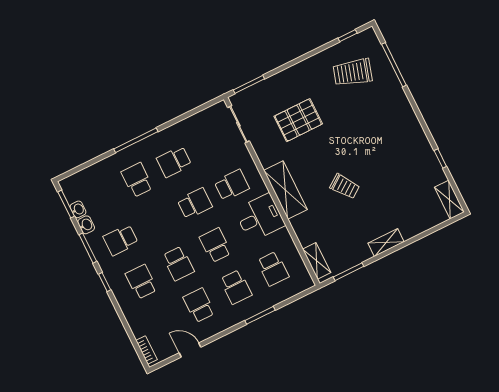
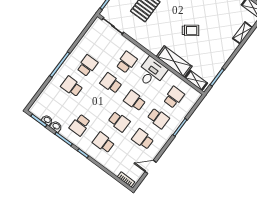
school desk: (174, 162) -> (87, 66), turned 180
shelving: (285, 190) -> (174, 61), moved
school desk: (195, 203) -> (111, 83), turned -90
shelving: (386, 242) -> (243, 33), moved
school desk: (273, 269) -> (174, 97), turned -90

